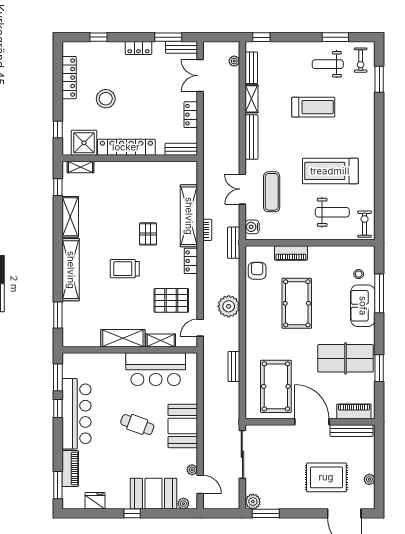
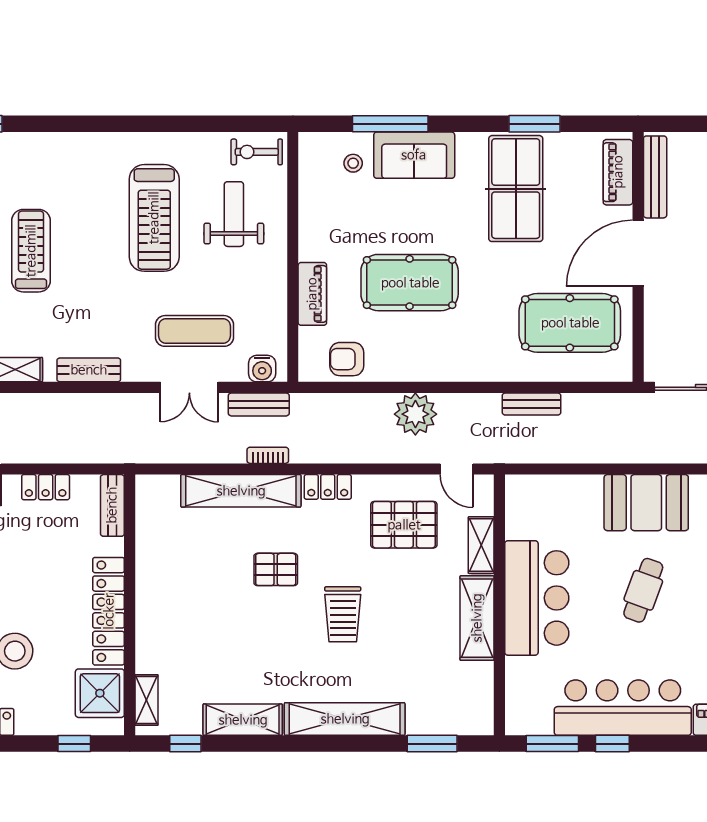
bench: (252, 137) -> (89, 370), width x0.73
bench: (234, 243) -> (259, 404), moved
pallet: (171, 300) -> (404, 525), turned 90
bar counter: (156, 369) -> (537, 598), moved

